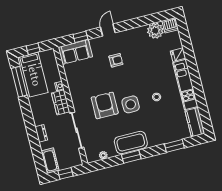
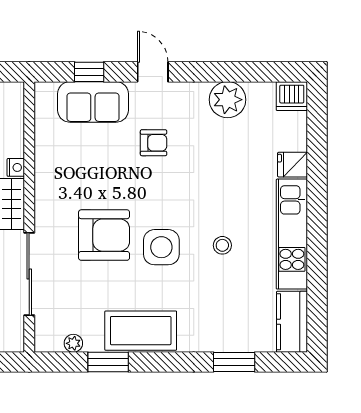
door: (108, 30) -> (153, 72), hinge flipped
plant: (155, 31) -> (228, 100), moved
sofa: (75, 52) -> (93, 102), moved
armchair: (105, 105) -> (104, 235), turned 90
window: (131, 157) -> (108, 362), moved

